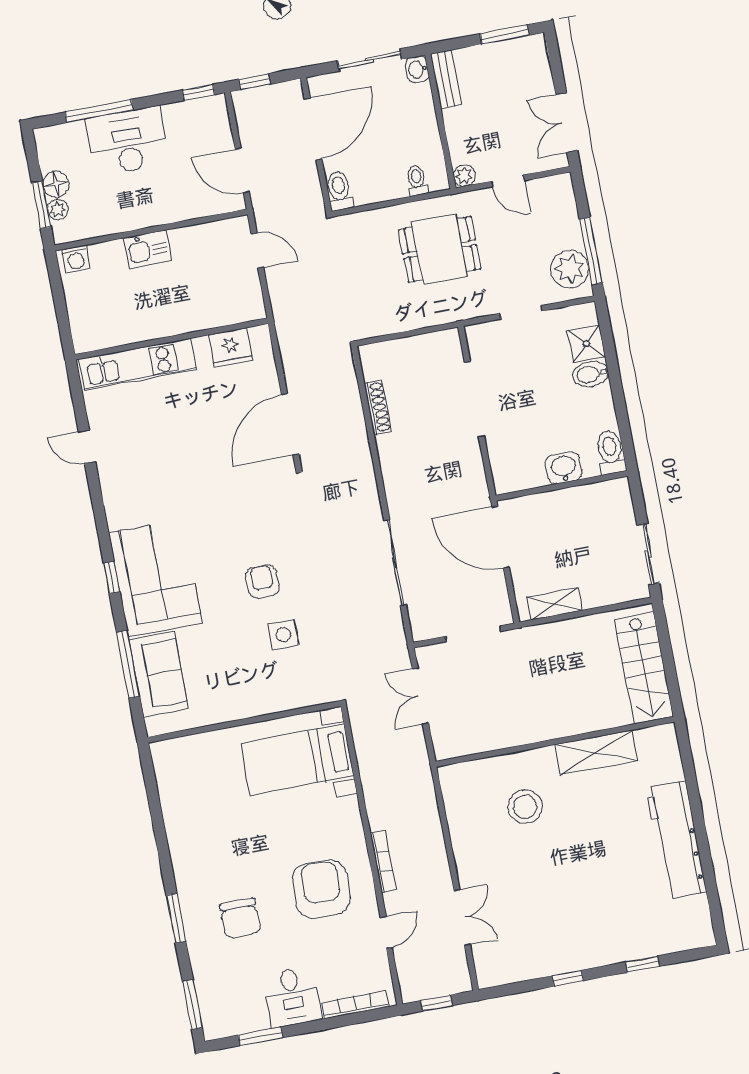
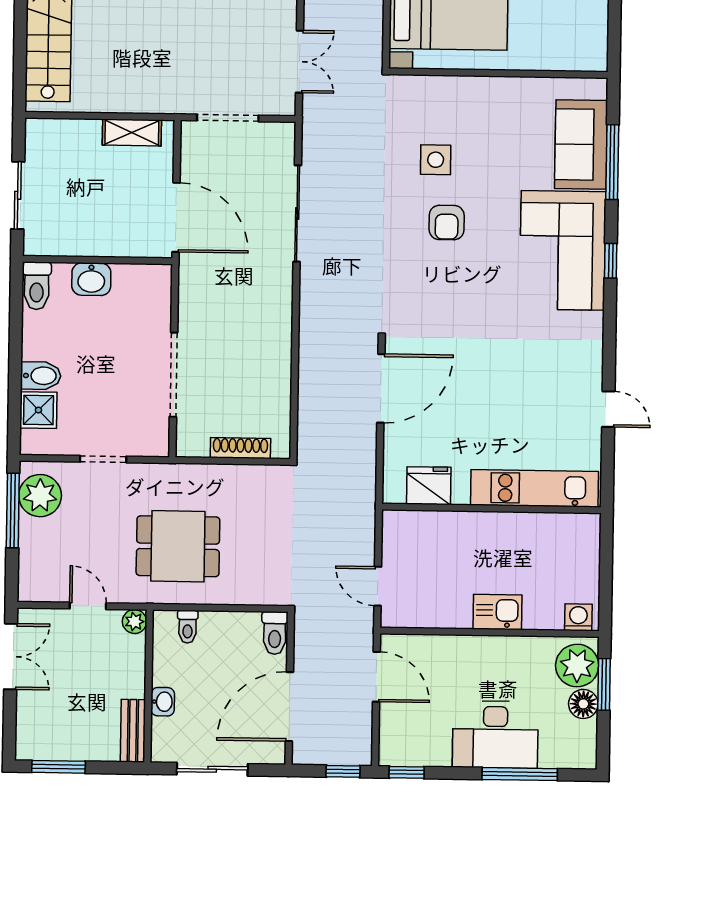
washbasin: (417, 69) -> (163, 702), moved
plant: (58, 209) -> (577, 665), width x1.87, depth x1.87
shoe rack: (378, 407) -> (240, 448), moved, turned 90
sliding door: (648, 554) -> (18, 195), moved

